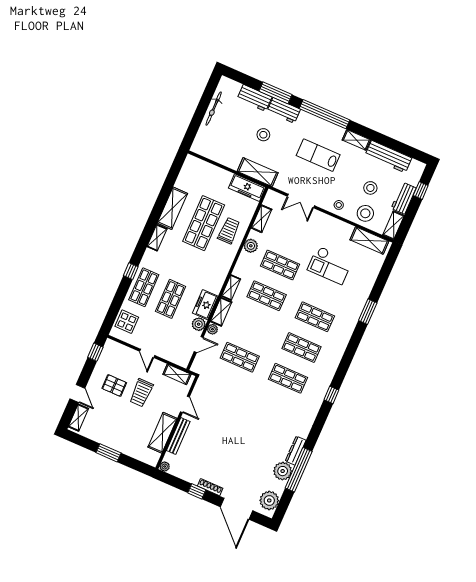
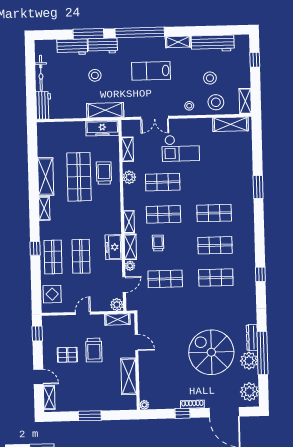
workbench: (404, 198) -> (43, 105), moved, turned 180
checkout: (330, 265) -> (181, 148), moved
trolley: (249, 320) -> (158, 243), added
plant: (199, 324) -> (117, 305), moved
door: (147, 353) -> (83, 313), swing flipped
bench: (178, 436) -> (144, 373), removed
spiral stairs: (251, 447) -> (211, 352), added

